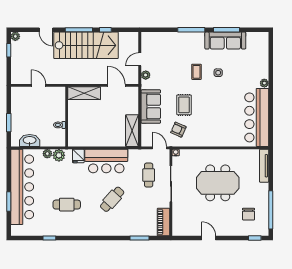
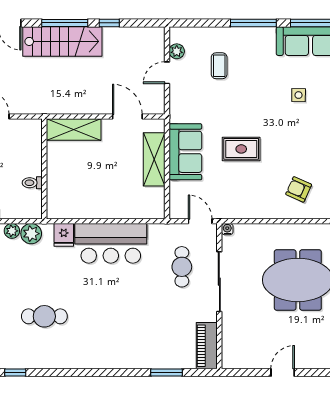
stairs: (86, 45) -> (62, 41), width x0.73, depth x0.66
coffee table: (196, 72) -> (219, 66), moved
plant: (146, 75) -> (177, 51), moved
rug: (184, 105) -> (241, 149), turned 90
armchair: (178, 130) -> (299, 189), moved
shelving: (132, 131) -> (154, 159), moved
cafe table: (112, 199) -> (121, 307), removed
door: (209, 238) -> (283, 372), hinge flipped

